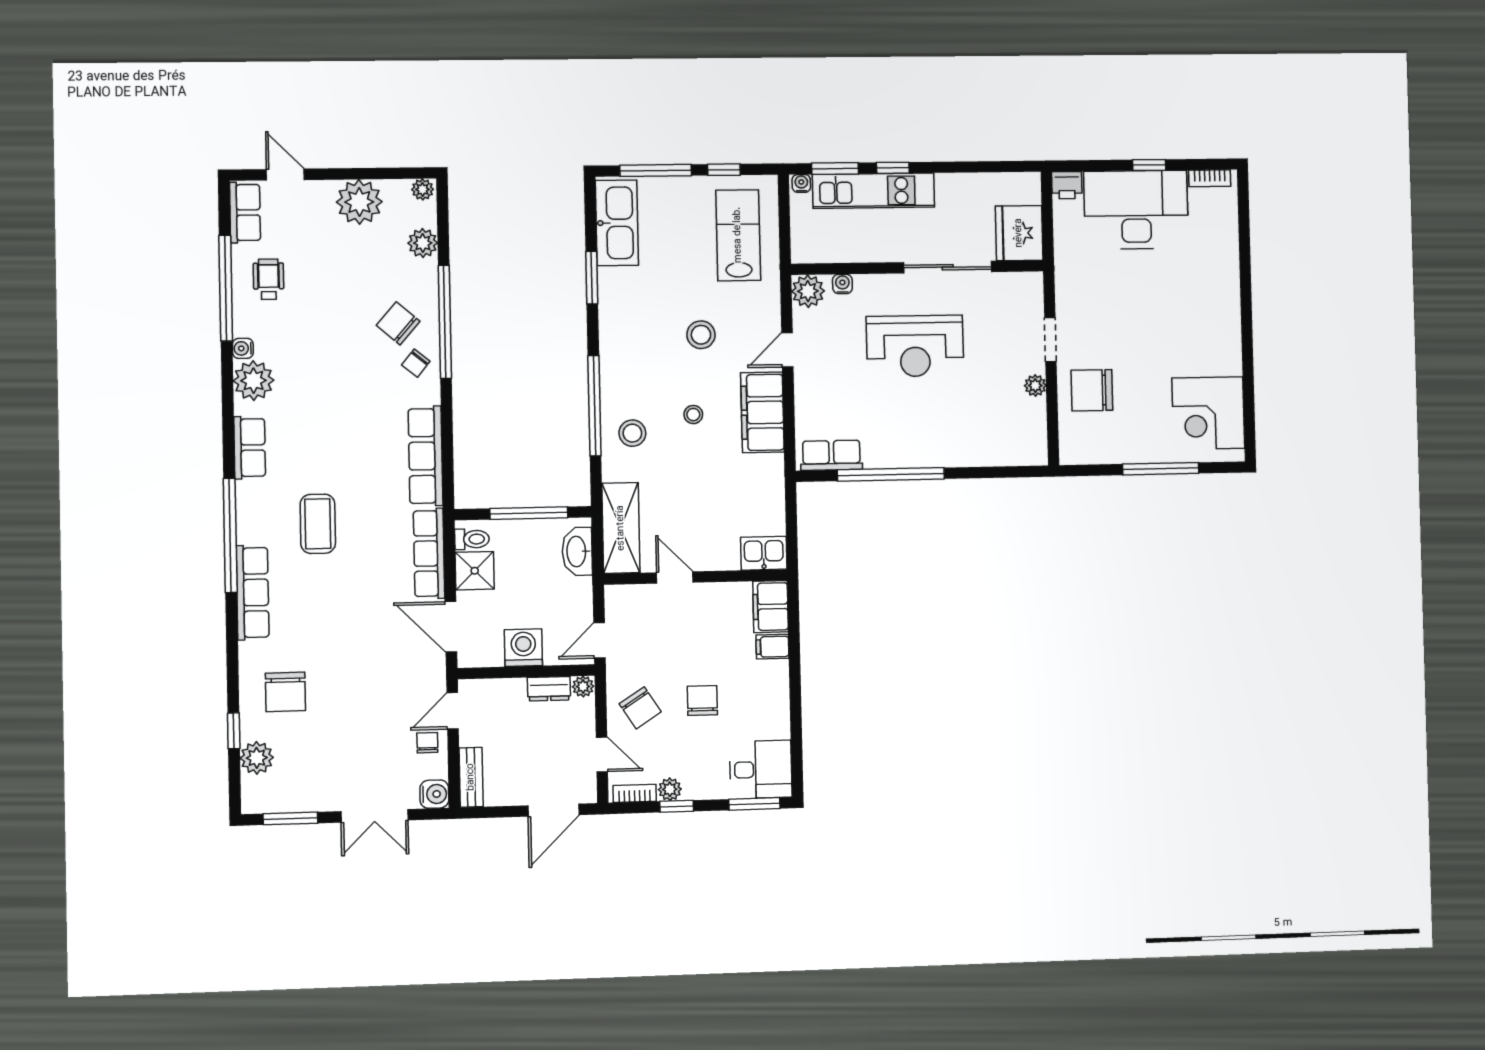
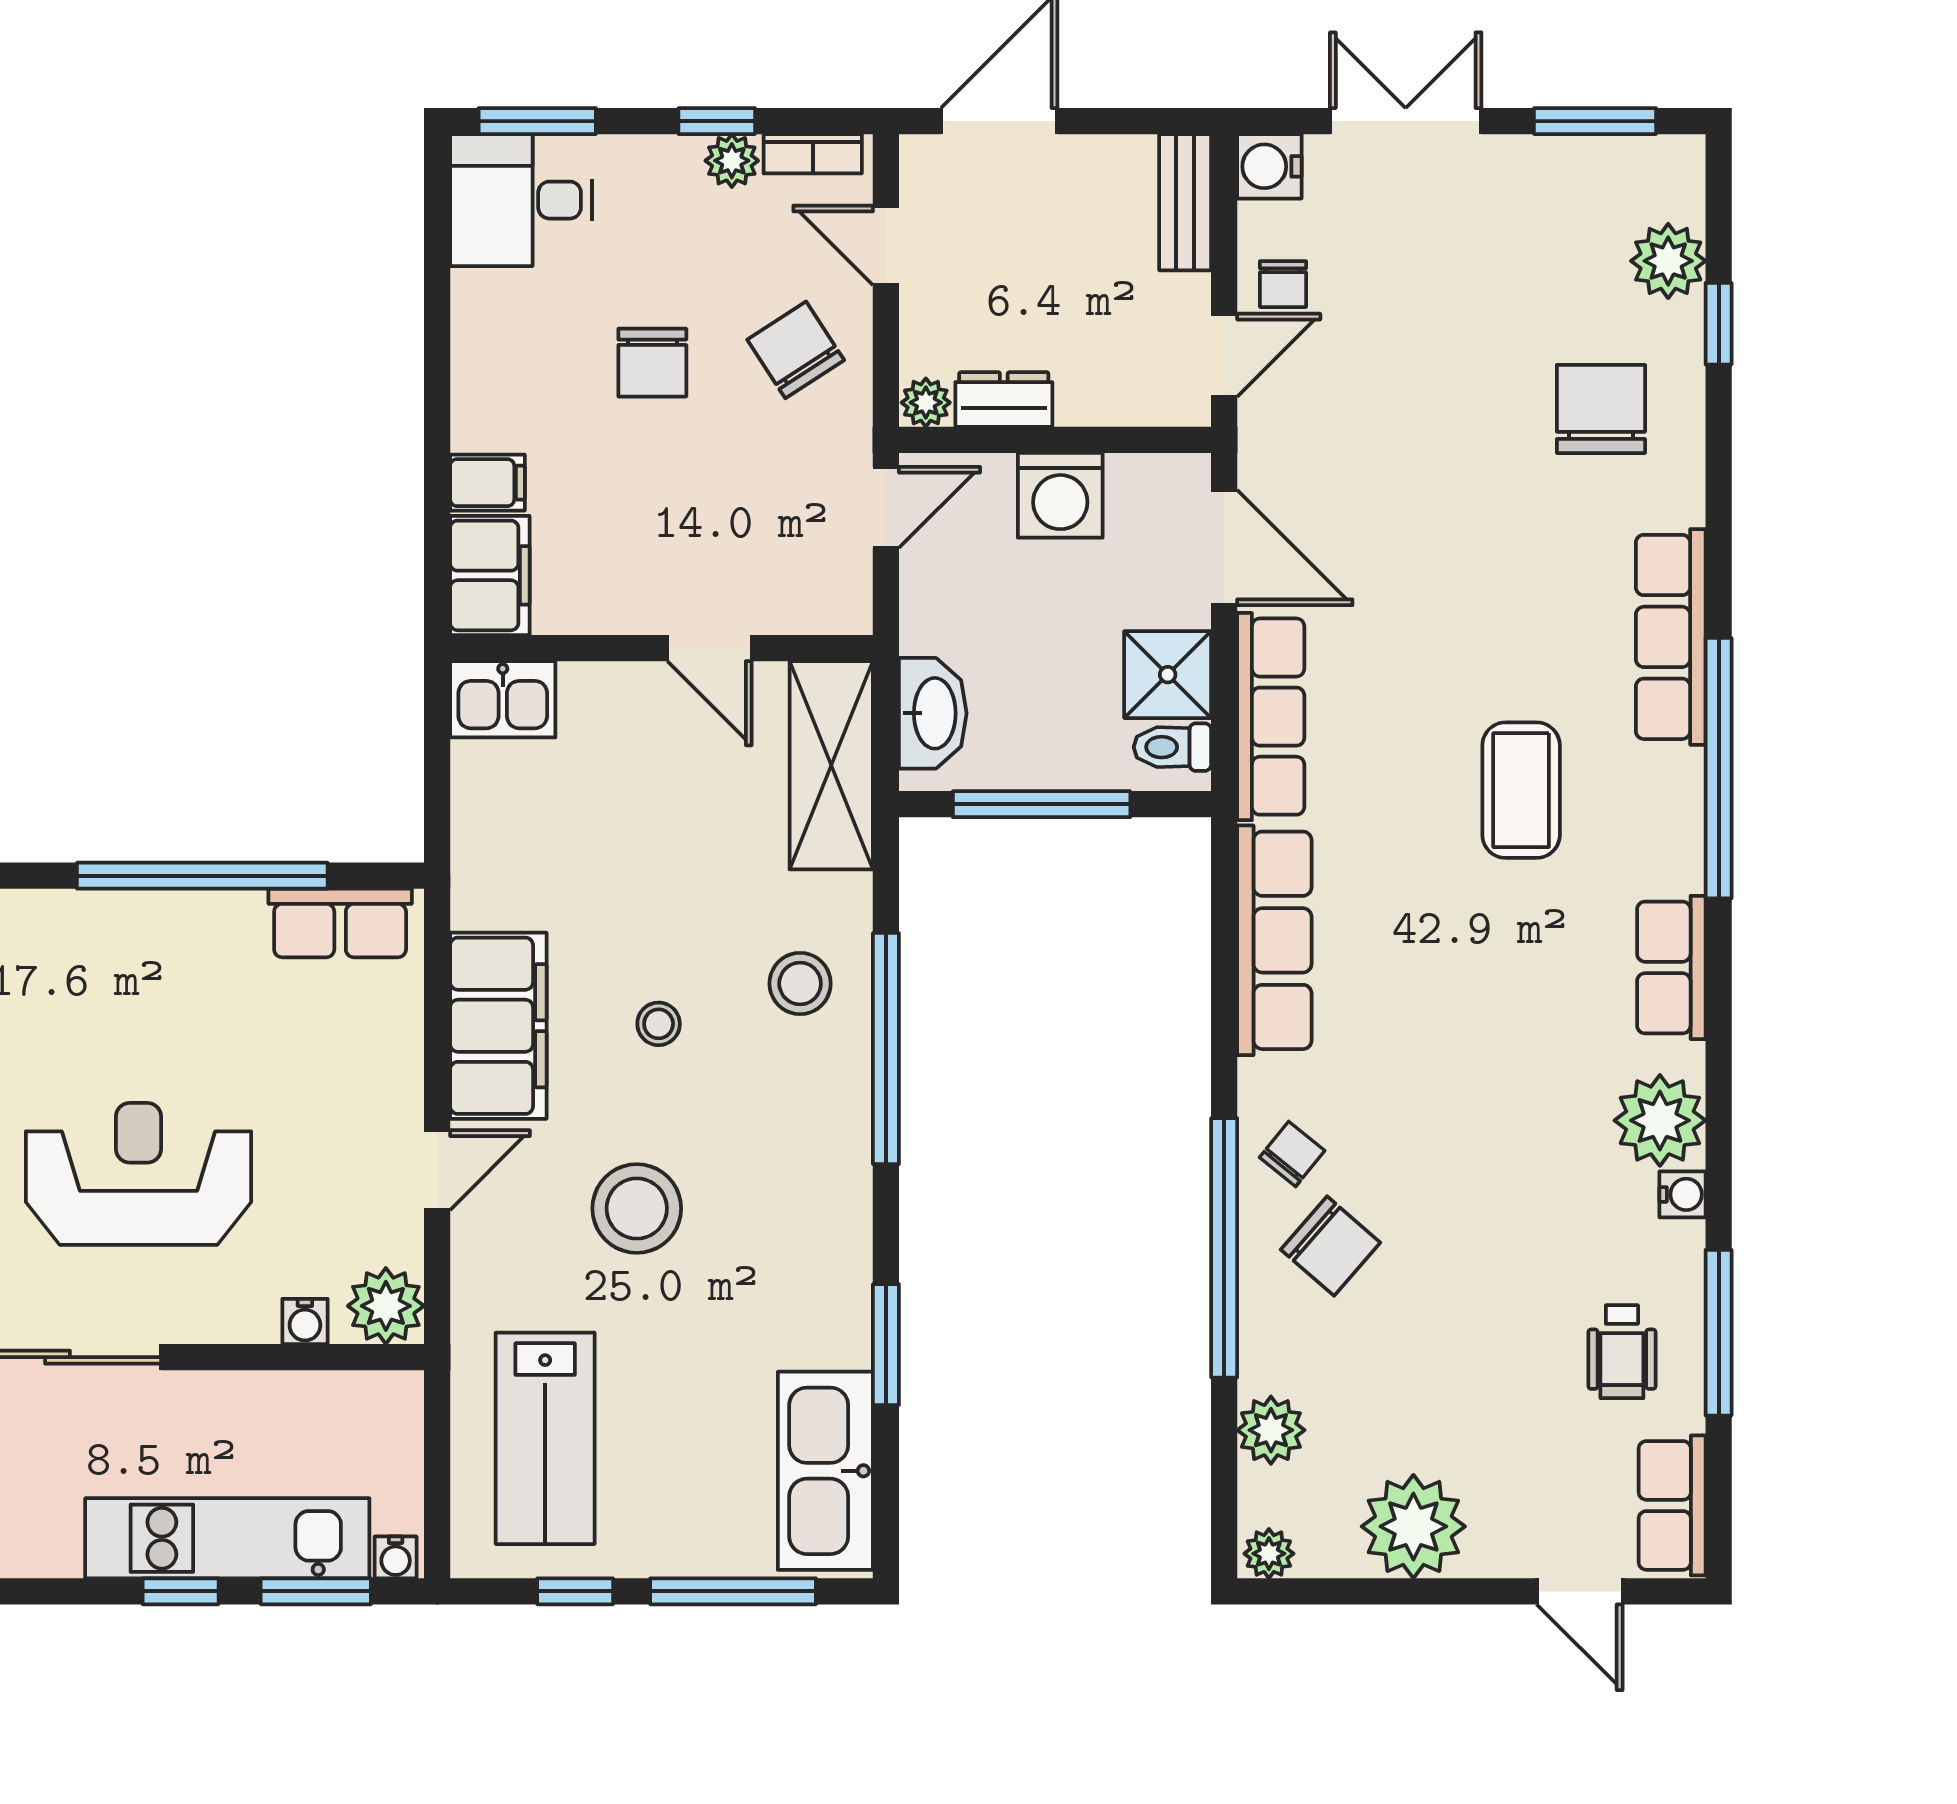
window: (226, 288) -> (1719, 1333), width x0.68
stool: (701, 335) -> (637, 1208), width x1.38, depth x1.38

